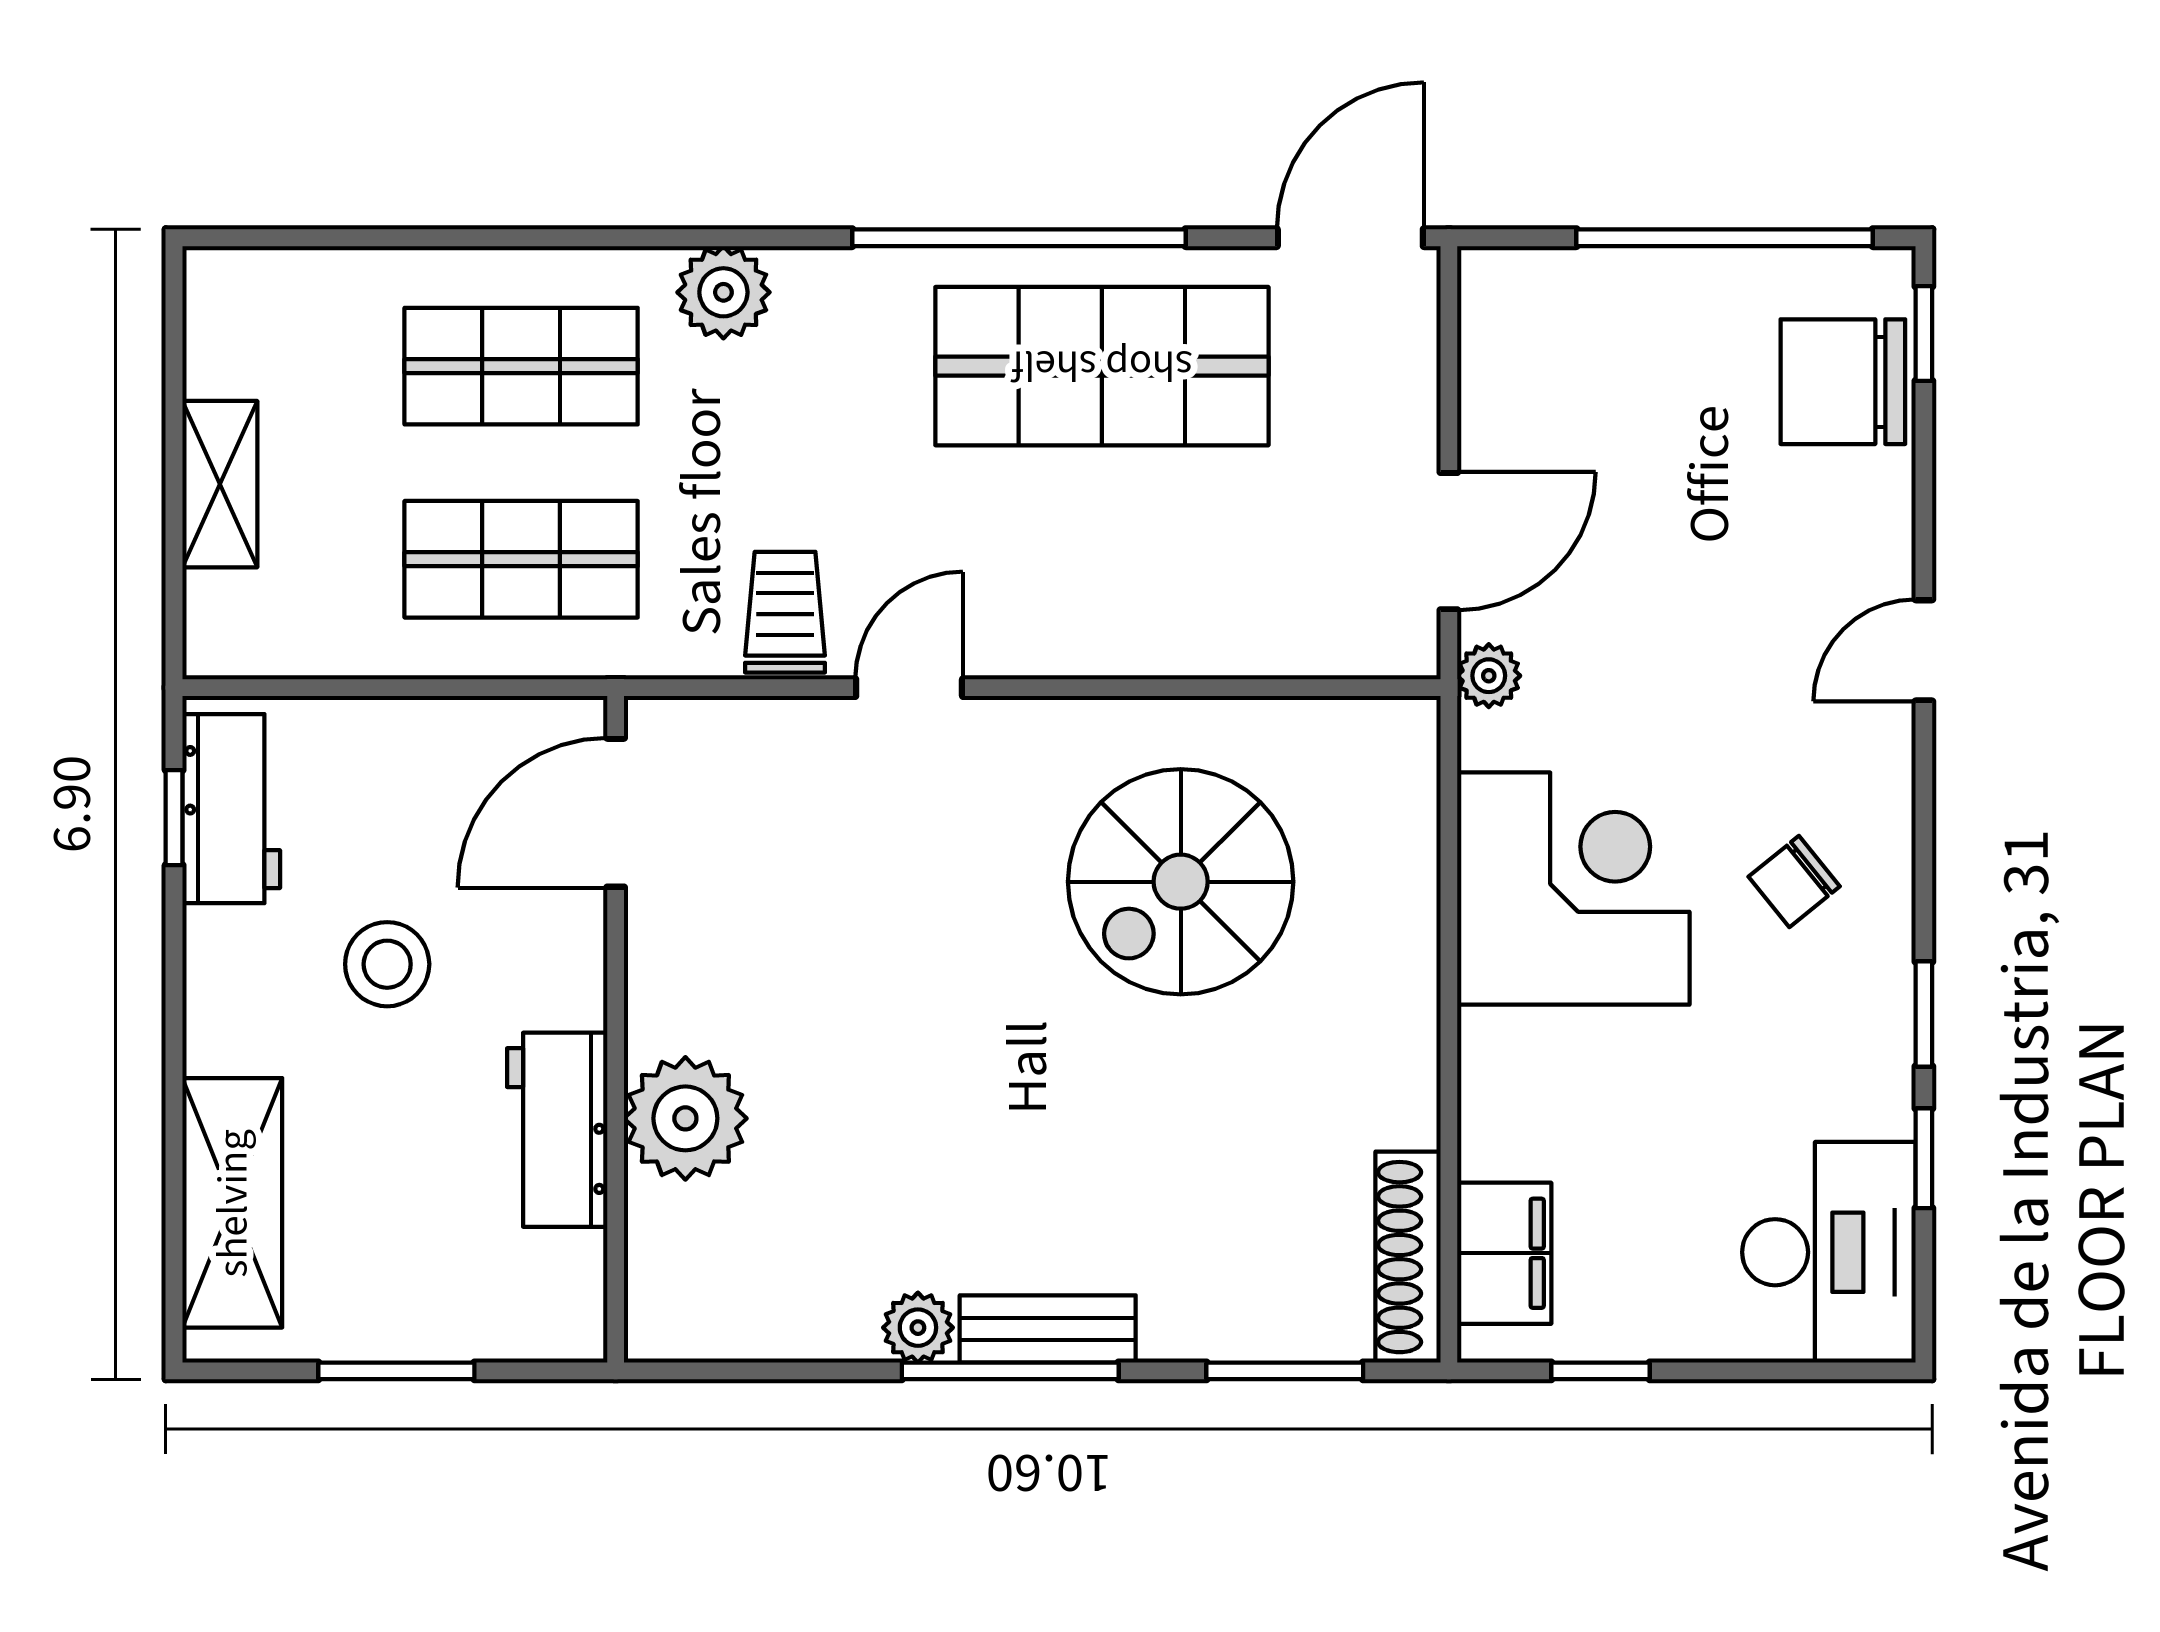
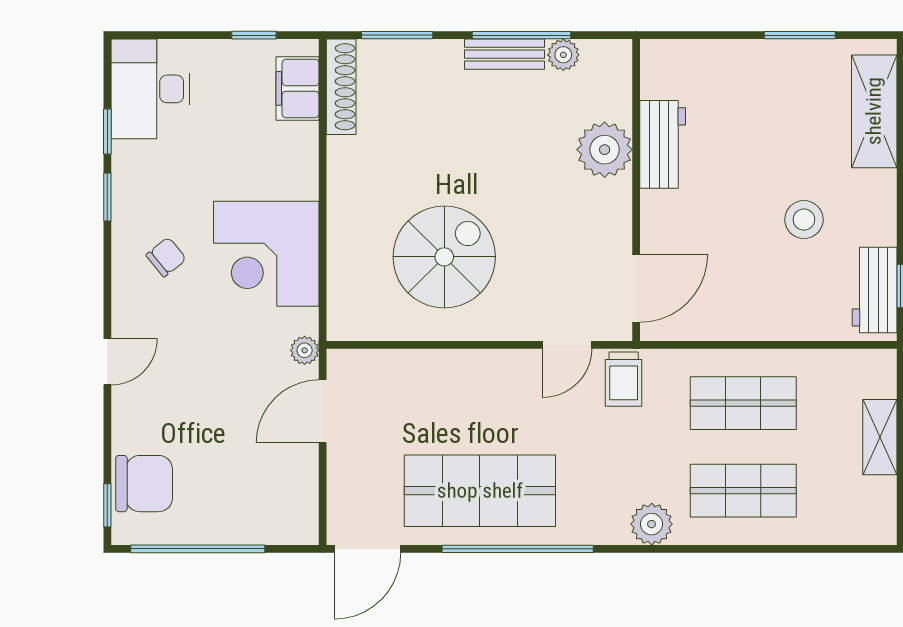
door: (616, 813) -> (636, 288), moved
wall: (616, 1029) -> (636, 190), moved
plant: (685, 1118) -> (605, 150), moved
workbench: (557, 1130) -> (663, 144), moved

